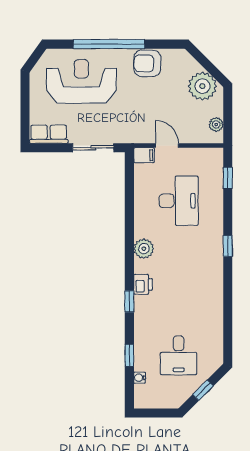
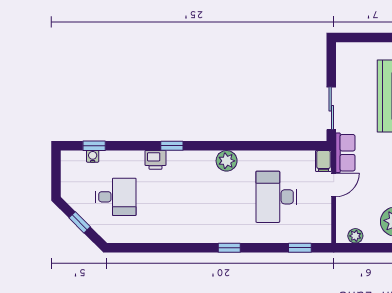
row of seats: (49, 134) -> (345, 153), moved
desk: (179, 201) -> (276, 197), turned 90
printer: (143, 284) -> (155, 160), moved
window: (129, 355) -> (94, 146), moved
desk: (179, 355) -> (116, 197), turned 180

